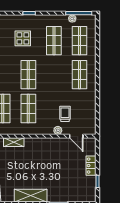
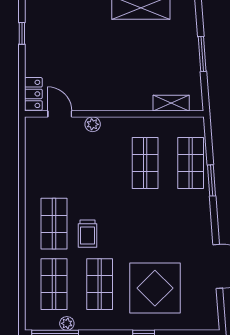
display table: (23, 38) -> (155, 288), width x1.86, depth x1.86
shop shelf: (28, 75) -> (145, 224), removed
trolley: (65, 114) -> (87, 234), moved
locker: (91, 166) -> (33, 94), moved

